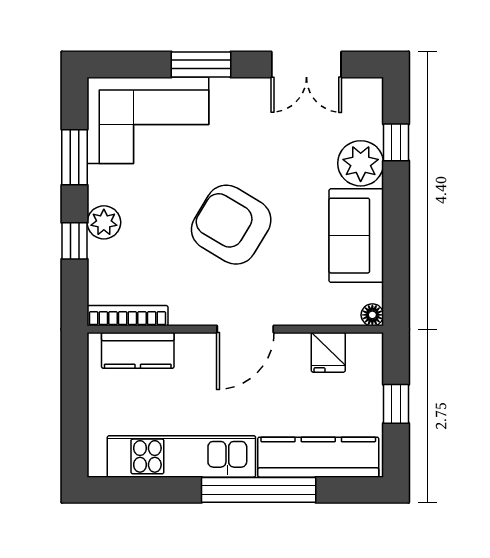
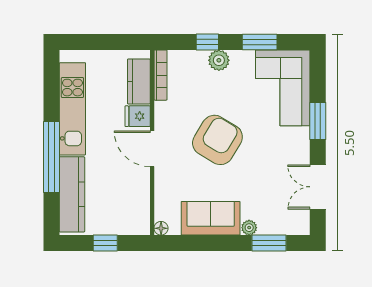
window: (396, 142) -> (269, 243), width x1.50
plant: (361, 163) -> (249, 228), width x0.53, depth x0.53
fridge: (328, 352) -> (138, 116), moved

